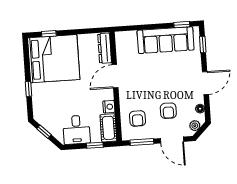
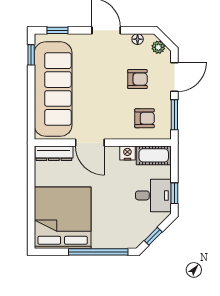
window: (49, 34) -> (31, 222), removed
sofa: (166, 40) -> (53, 89), width x1.36, depth x1.27
window: (29, 89) -> (98, 252), width x3.17
window: (95, 145) -> (174, 193), moved

